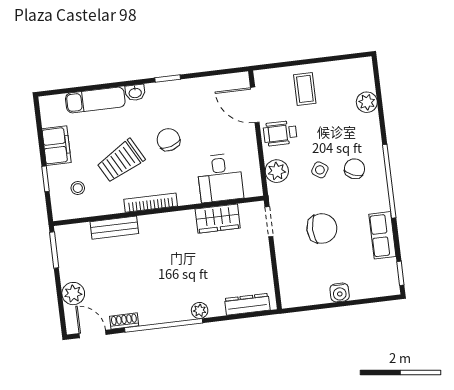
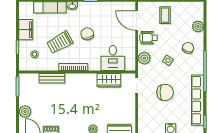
chair: (354, 169) -> (188, 48), moved
row of seats: (382, 235) -> (198, 100), width x2.02

